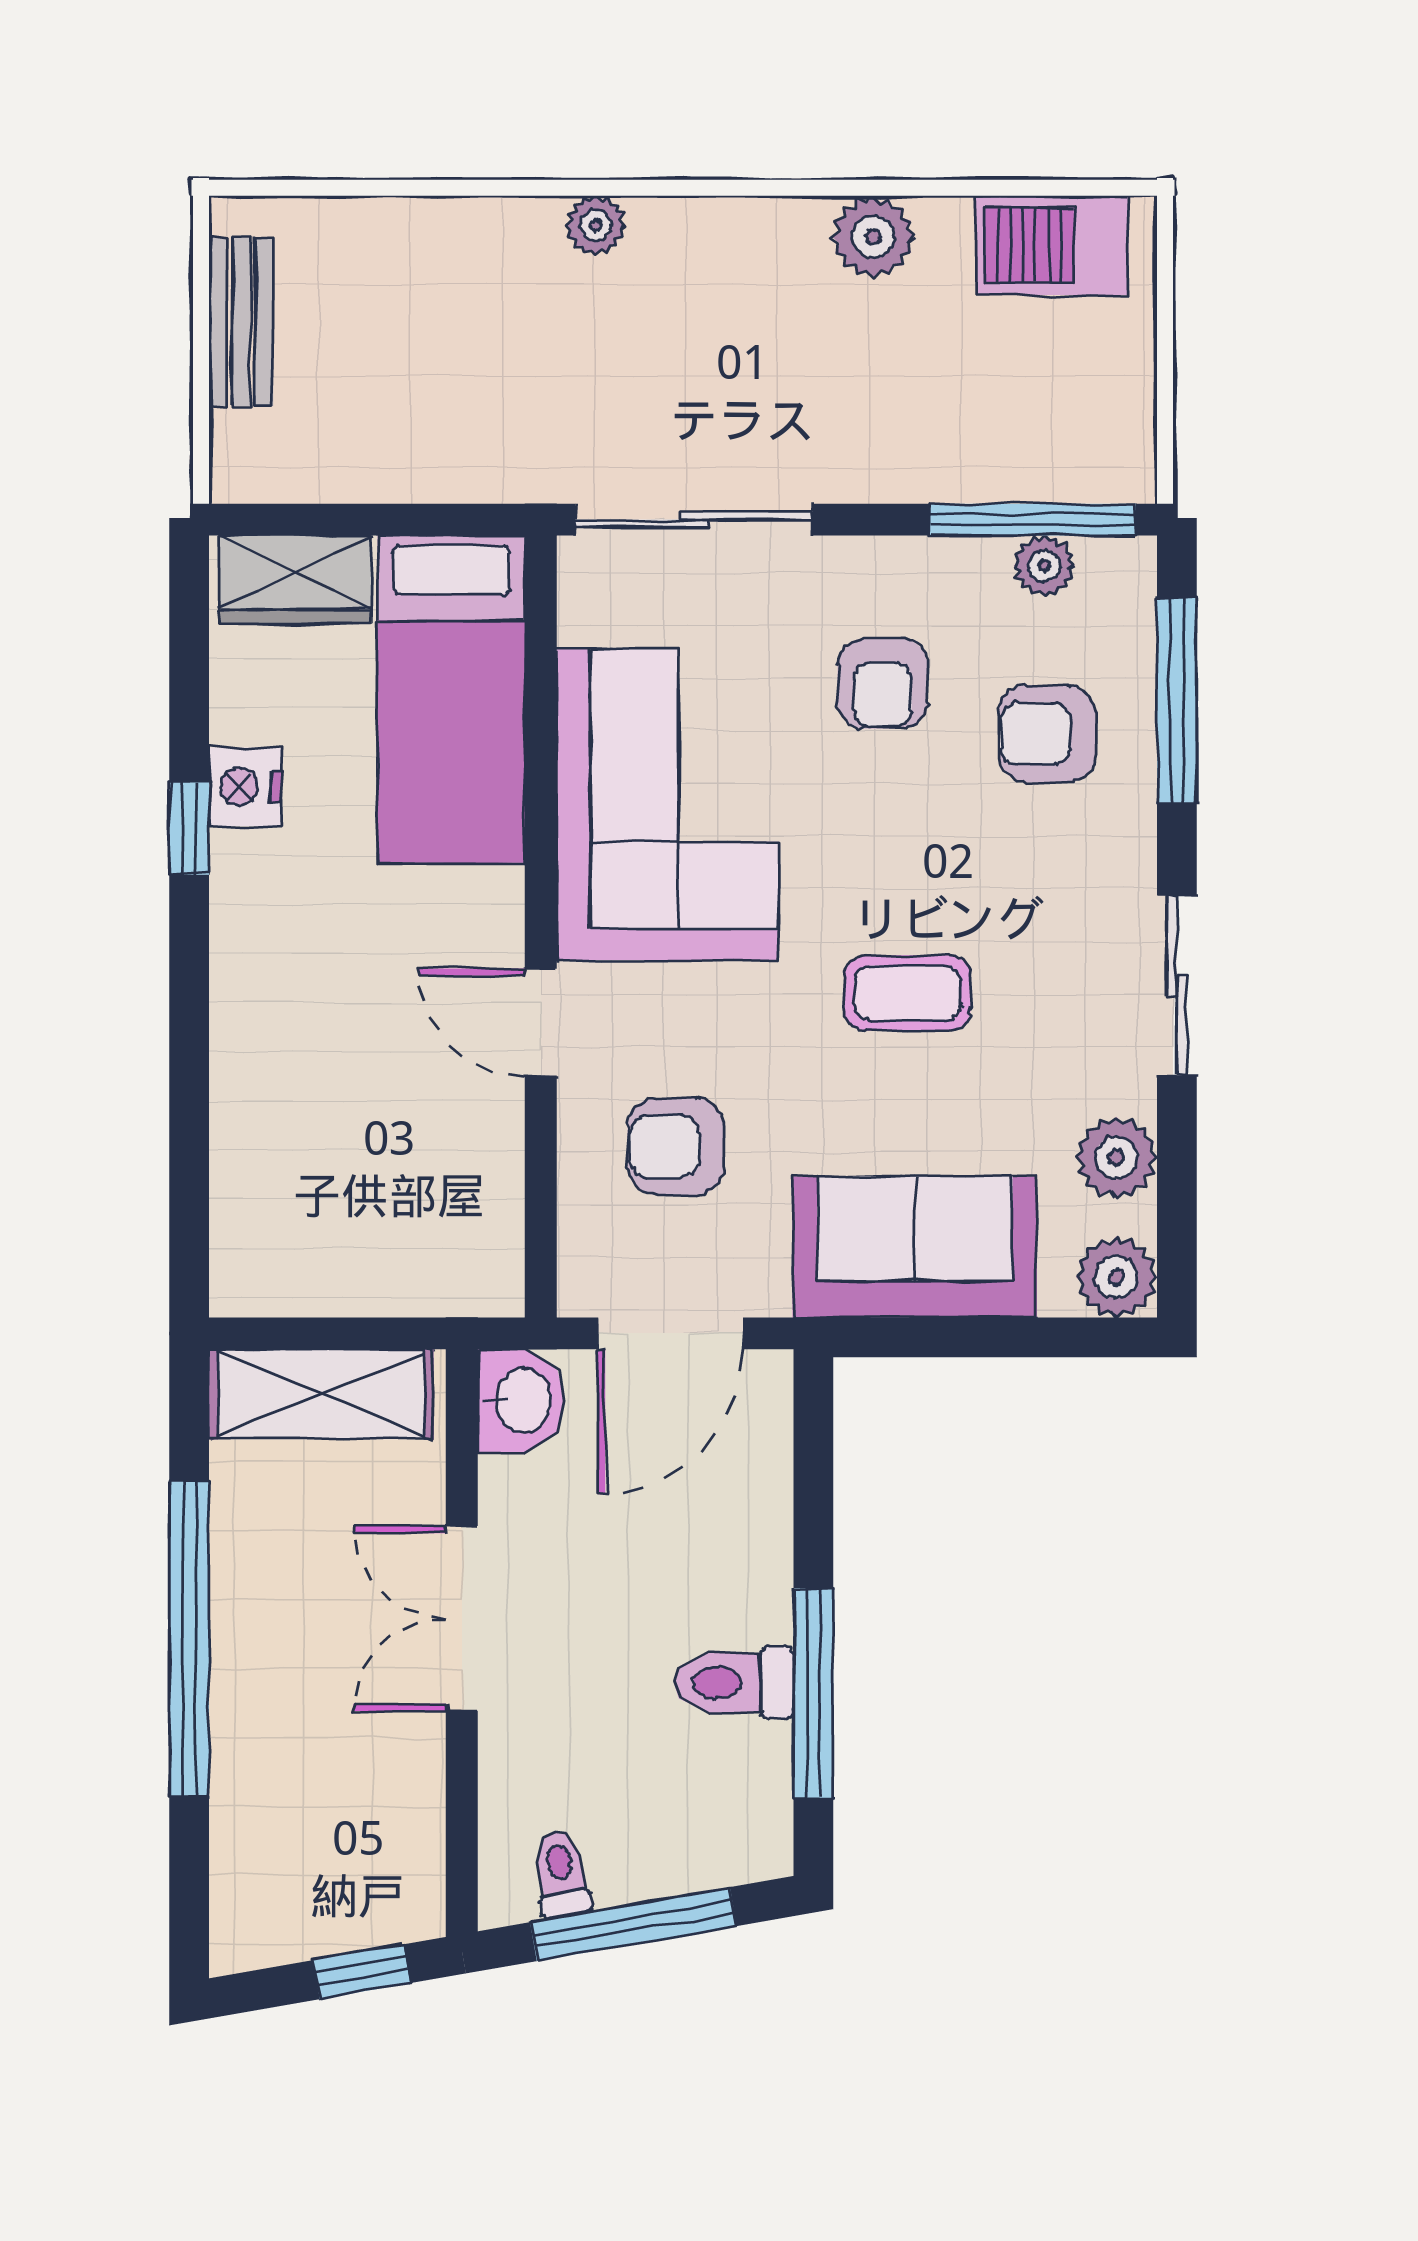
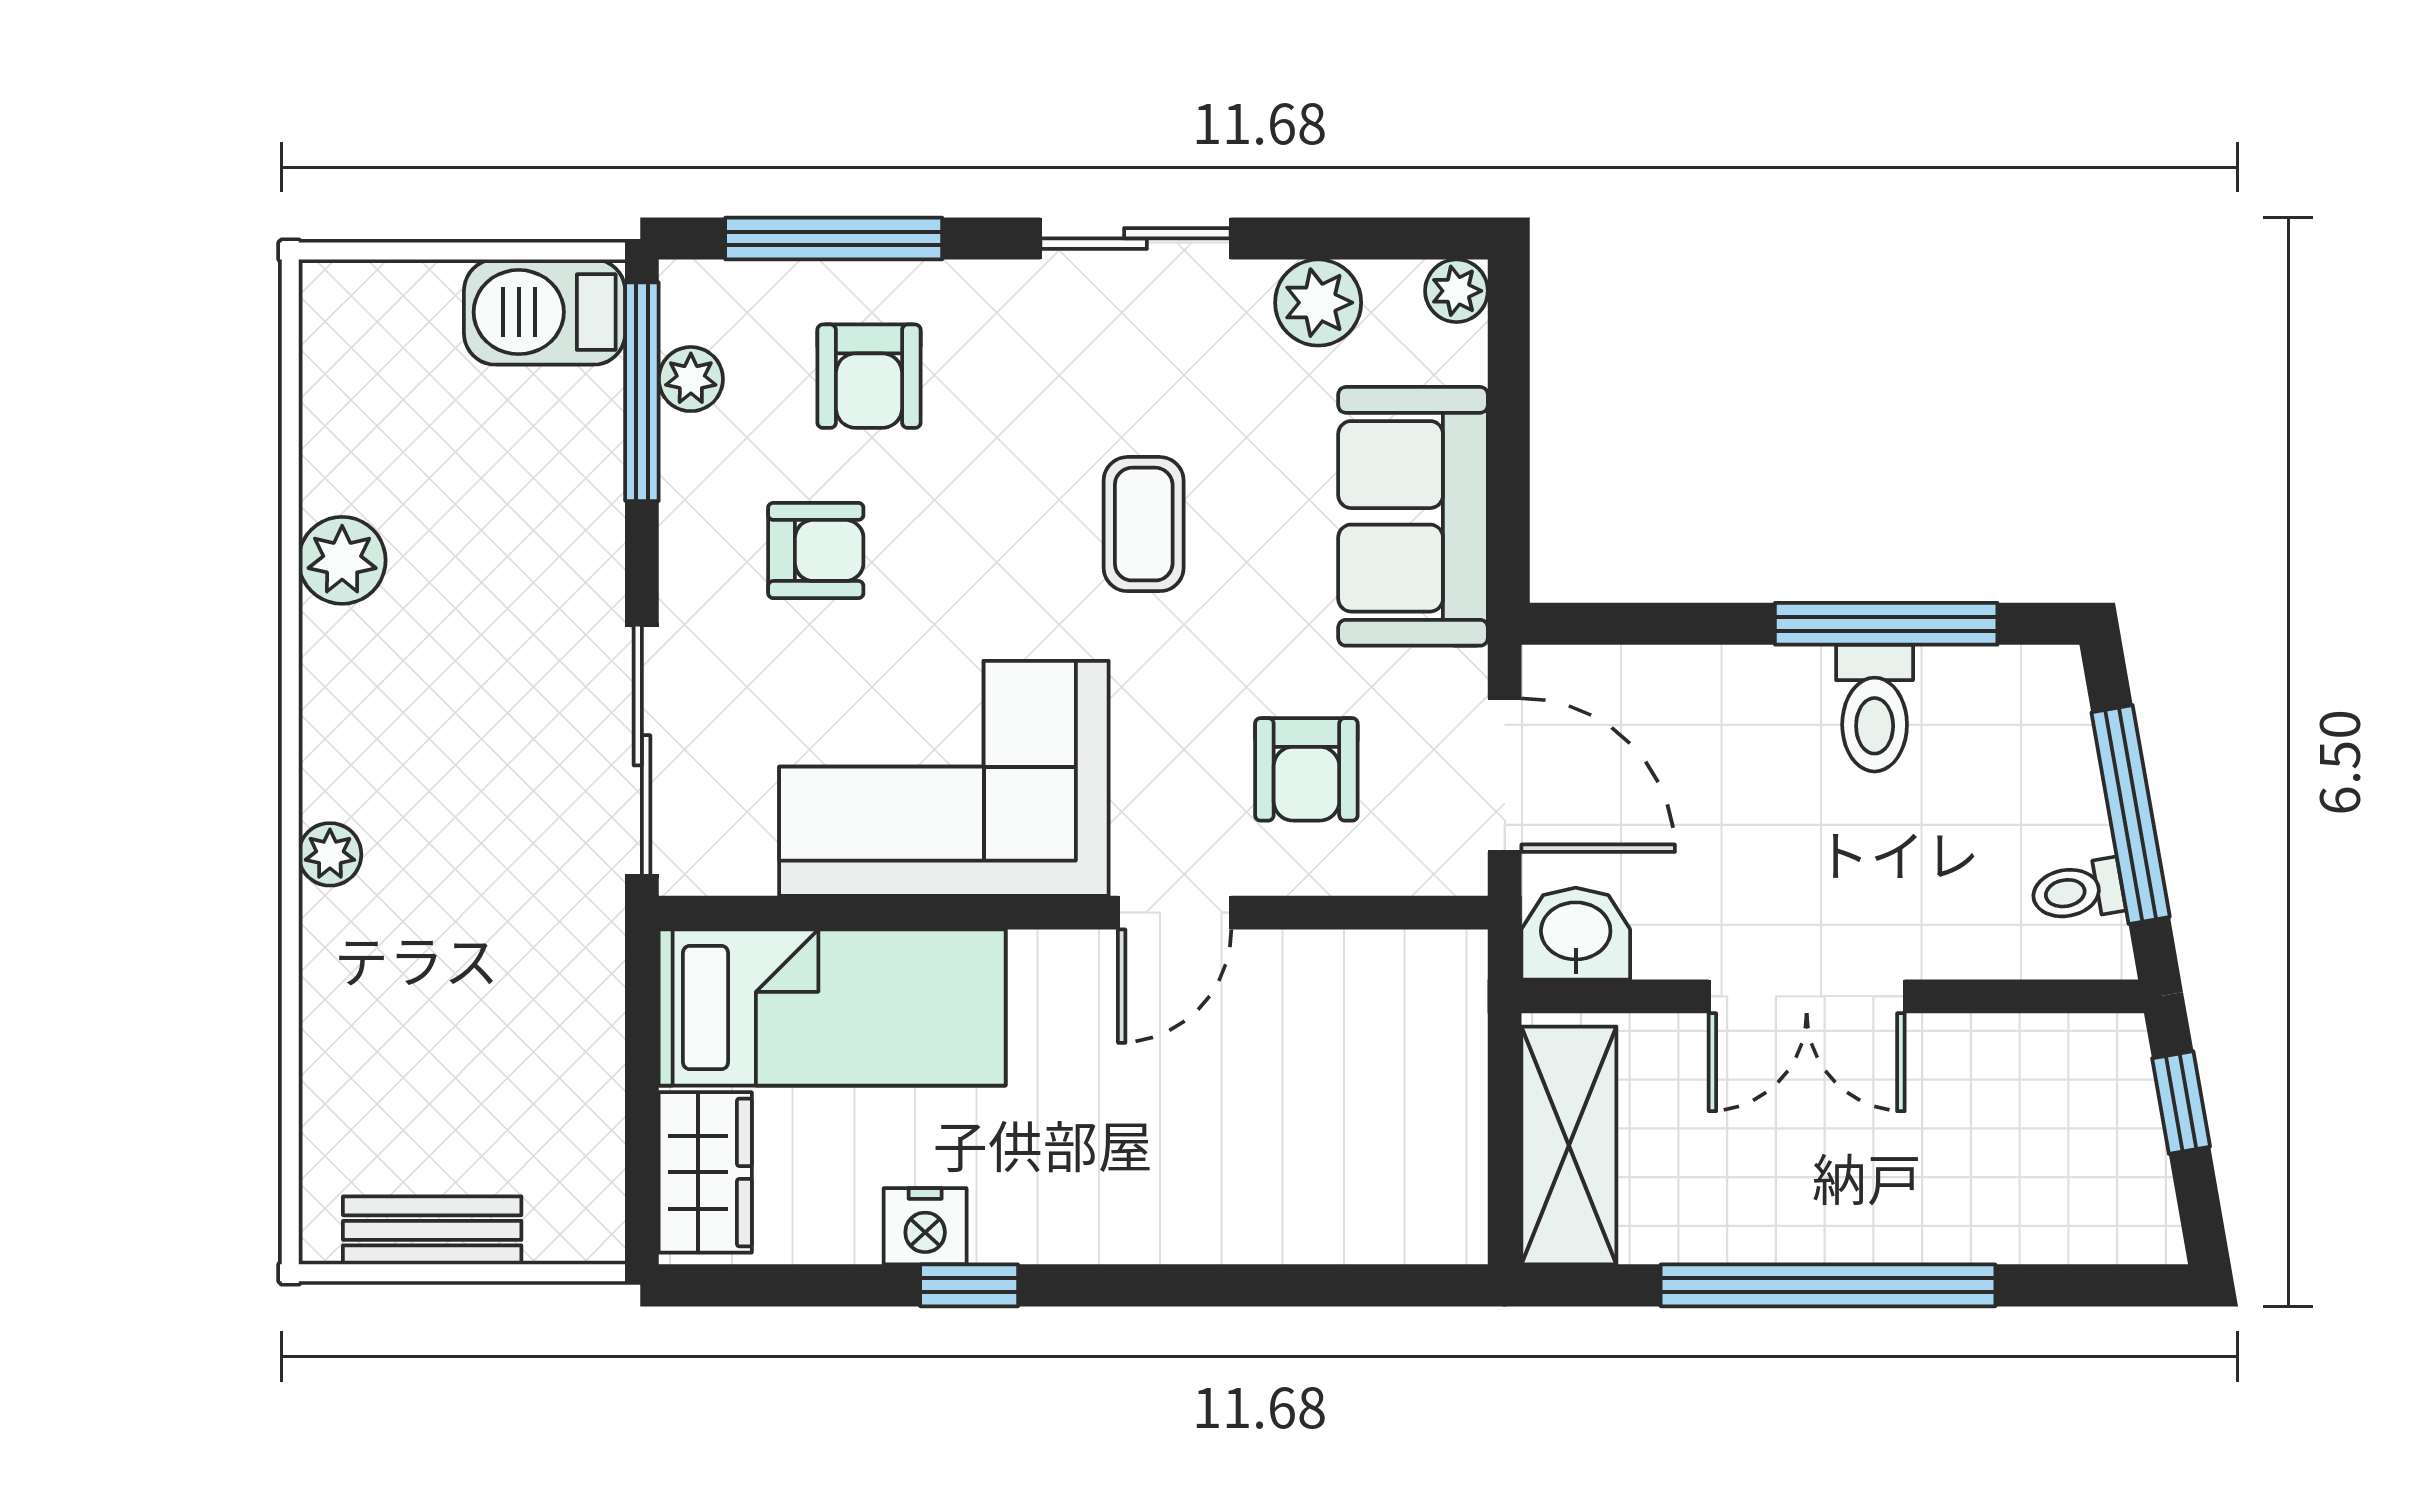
barbecue: (1052, 245) -> (545, 312), moved, turned 90
plant: (1116, 1277) -> (1456, 291), width x0.73, depth x0.73

